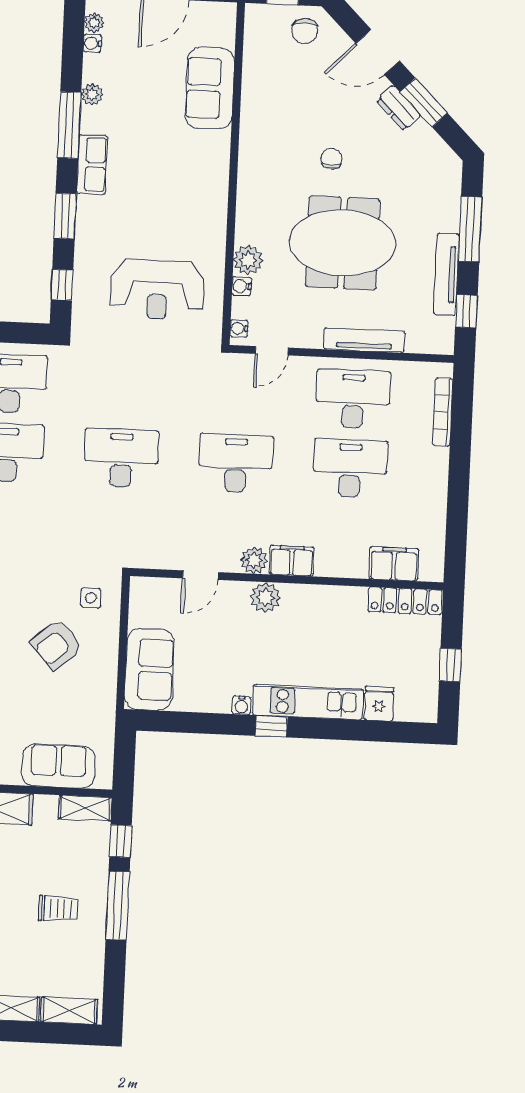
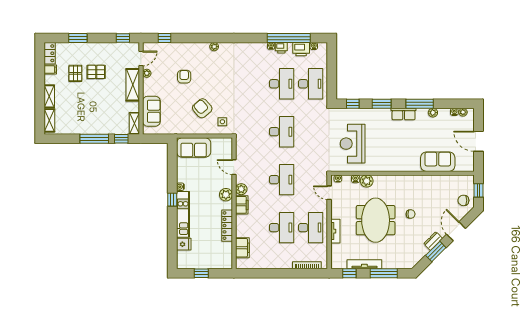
tv unit: (364, 340) -> (335, 231), width x0.71
locker: (405, 601) -> (227, 226), moved
trolley: (58, 909) -> (92, 114), removed

